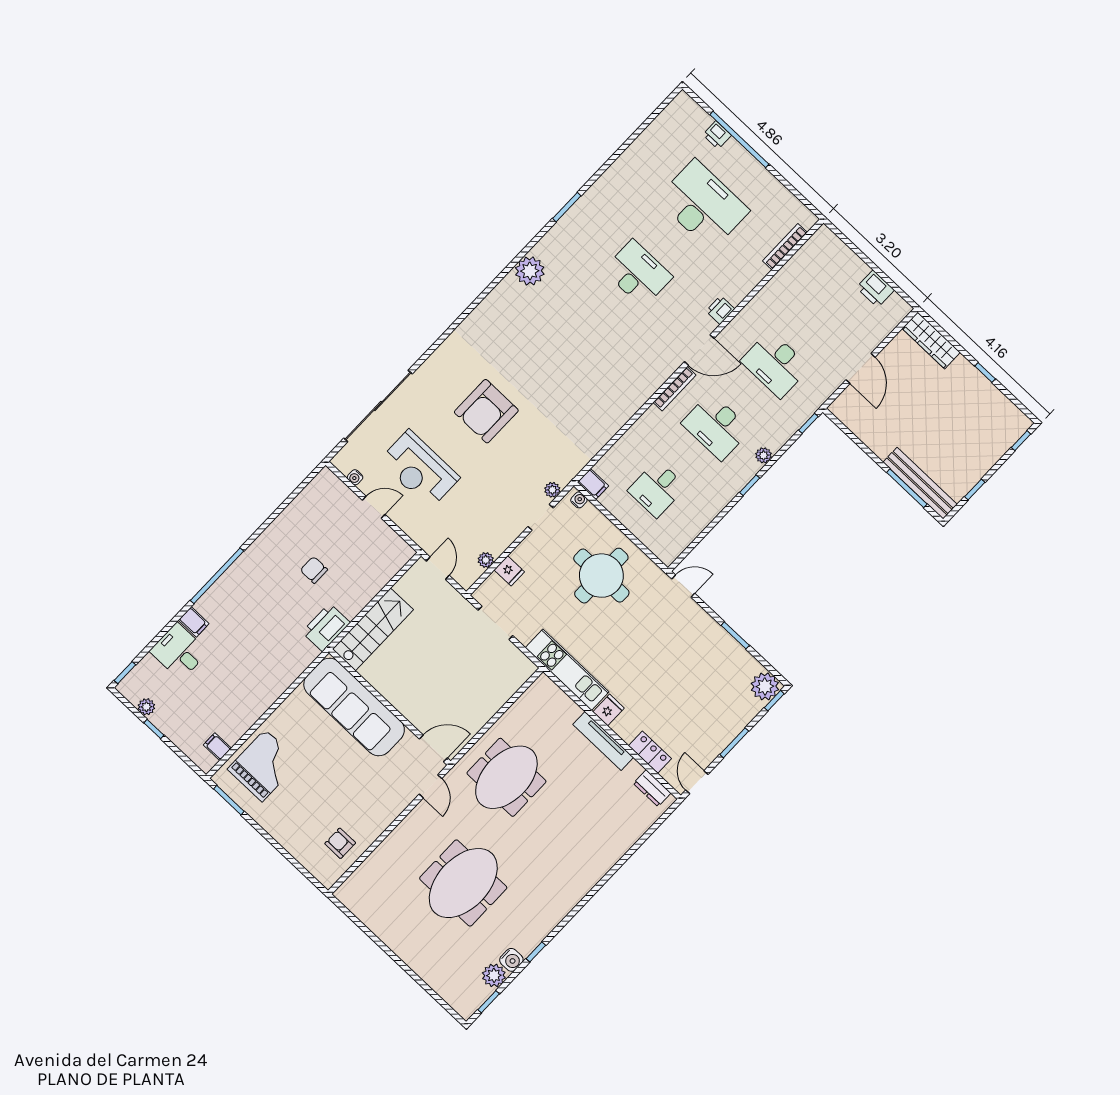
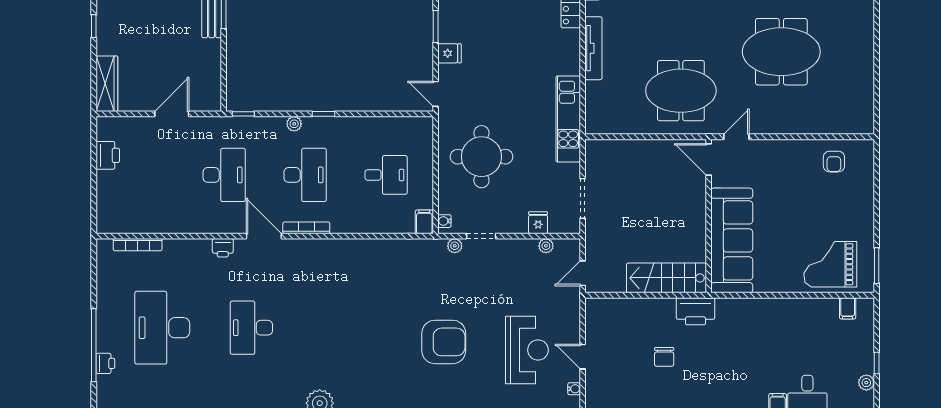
fridge: (609, 710) -> (449, 53), moved, turned 180

